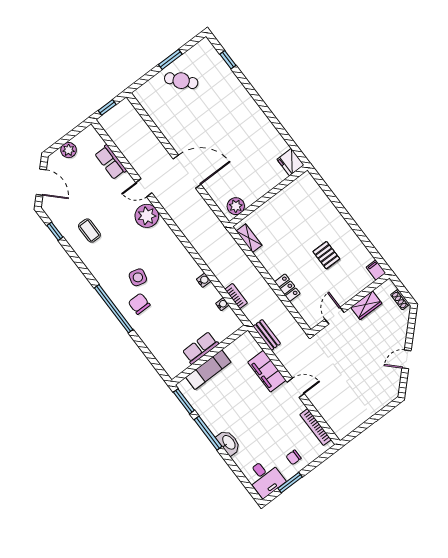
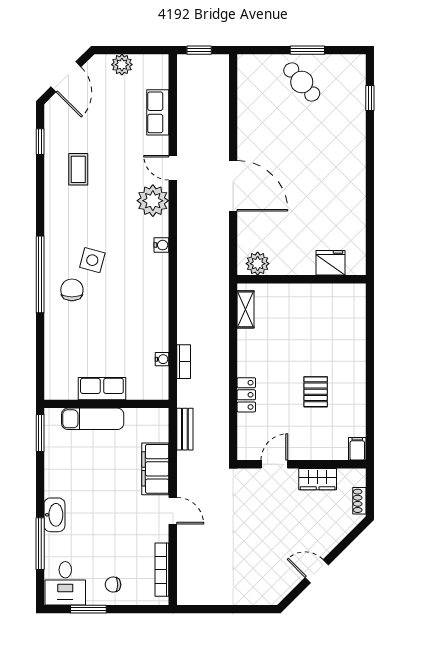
fridge: (290, 162) -> (330, 263), moved, turned 90
water cooler: (204, 280) -> (161, 245), moved
window: (208, 433) -> (40, 544), moved

